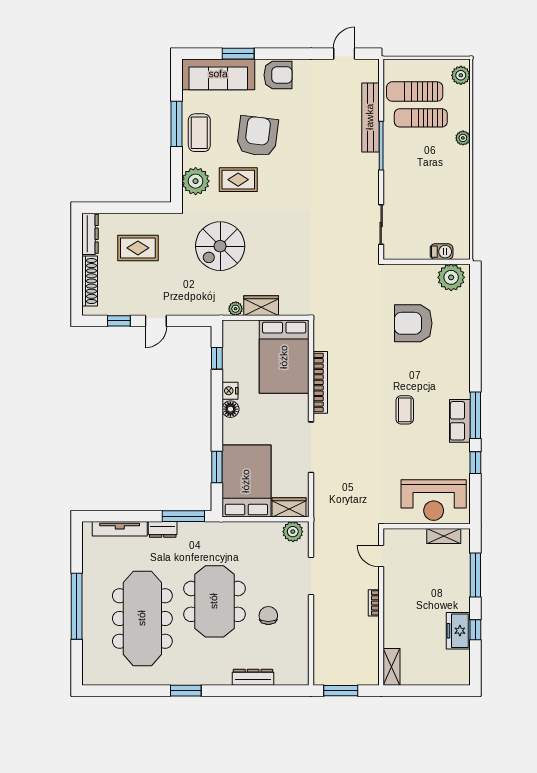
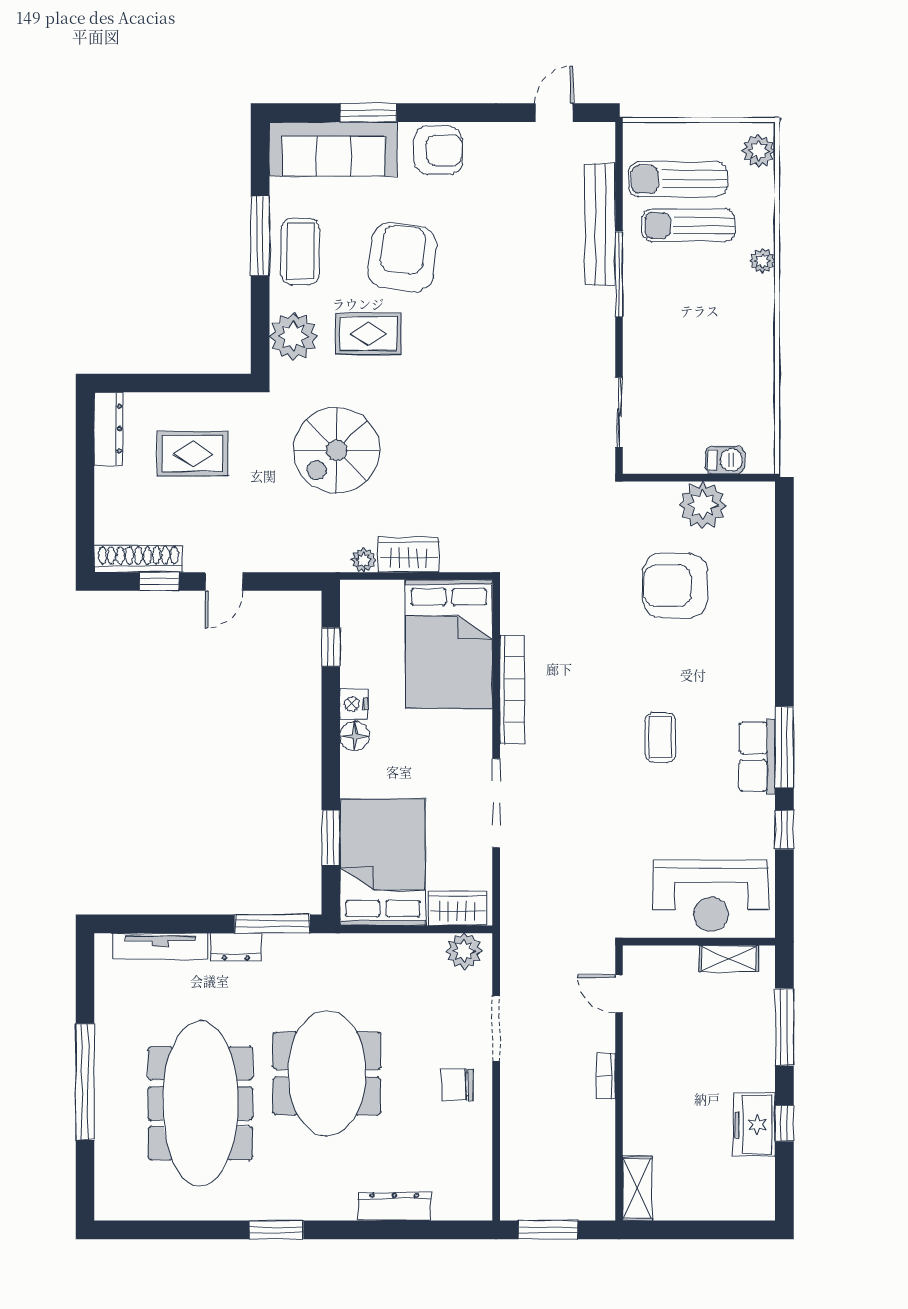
plant: (451, 277) -> (703, 505), moved
shoe rack: (90, 281) -> (138, 559), moved, turned -90
chair: (268, 616) -> (457, 1085), moved, turned -90

